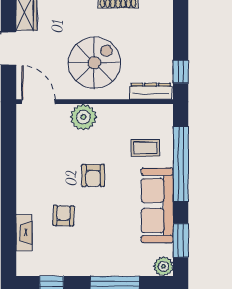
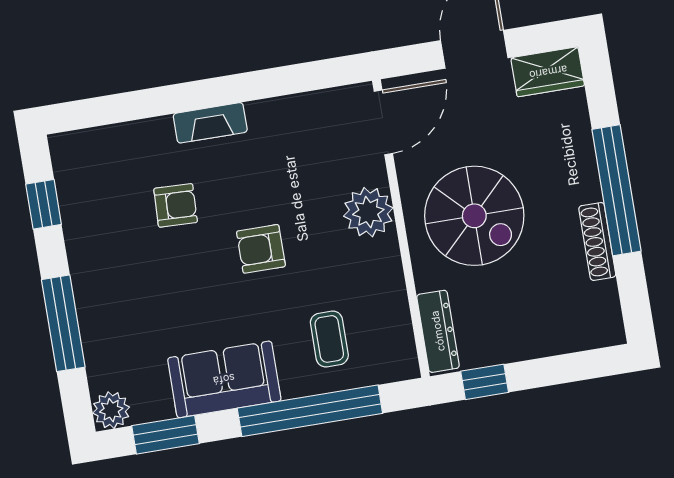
sofa: (157, 205) -> (224, 379), width x0.73
fireplace: (24, 233) -> (210, 123), moved

